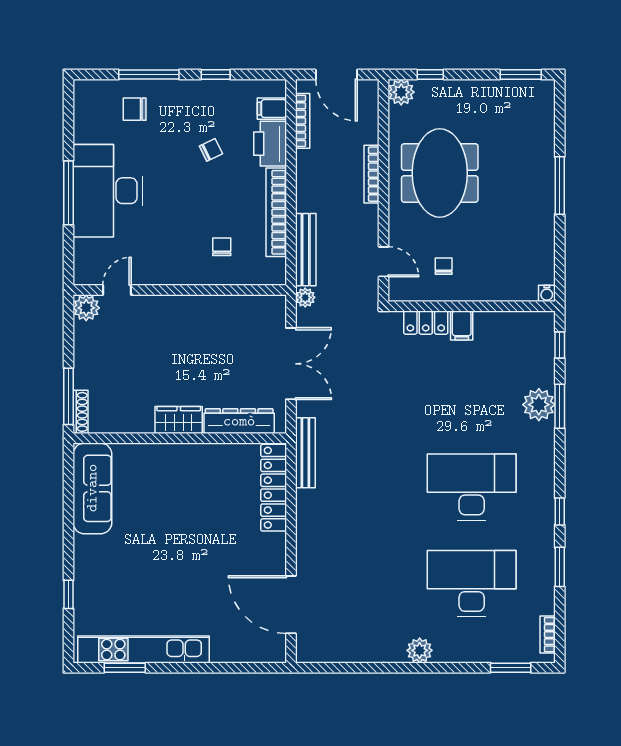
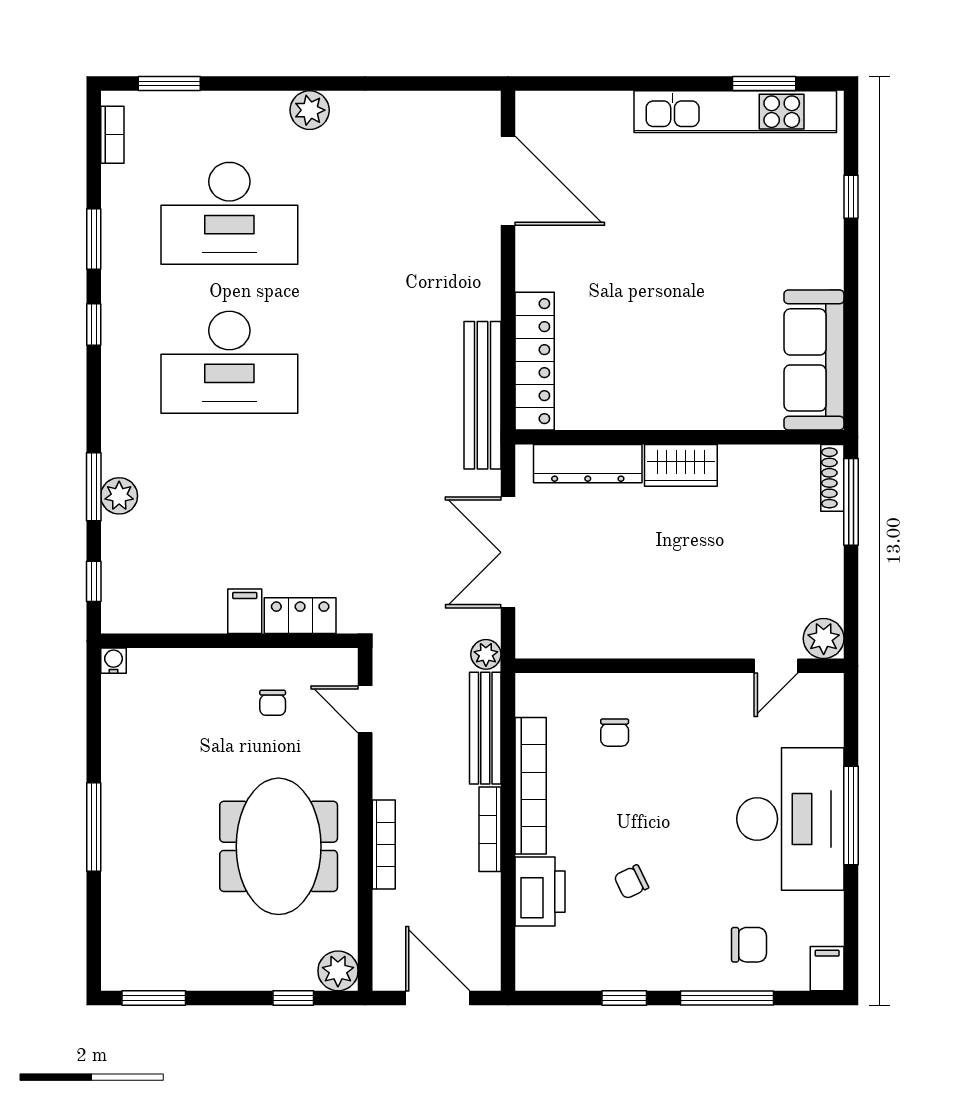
filing cabinet: (272, 109) -> (827, 969), moved, turned -90
bookcase: (303, 121) -> (490, 829), moved
plant: (539, 405) -> (119, 496), width x0.73, depth x0.73
bench: (305, 453) -> (482, 395), width x1.37, depth x1.21

